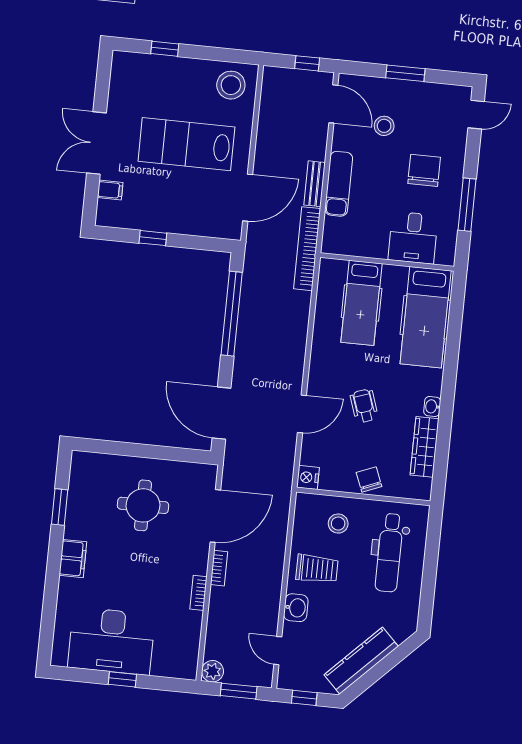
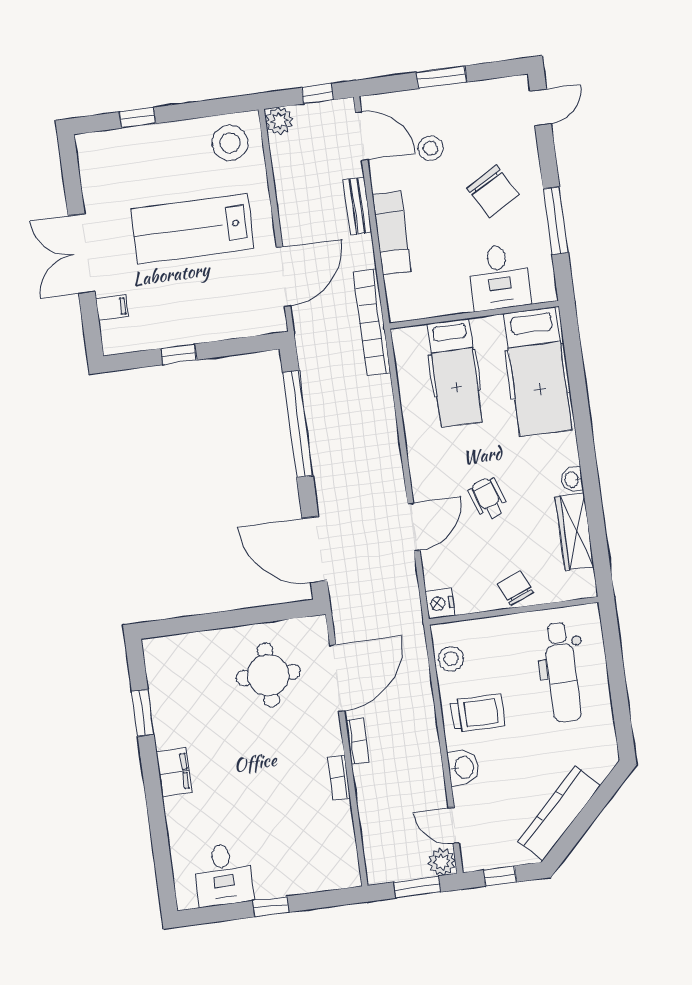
plant: (273, 77) -> (279, 121), added
chair: (424, 170) -> (493, 191), turned 150
bench: (315, 184) -> (357, 206), moved
round table: (143, 505) -> (268, 675), moved
stool: (338, 524) -> (451, 659), moved
desk: (111, 641) -> (223, 875), width x0.53, depth x0.77
plant: (213, 671) -> (442, 862), moved

